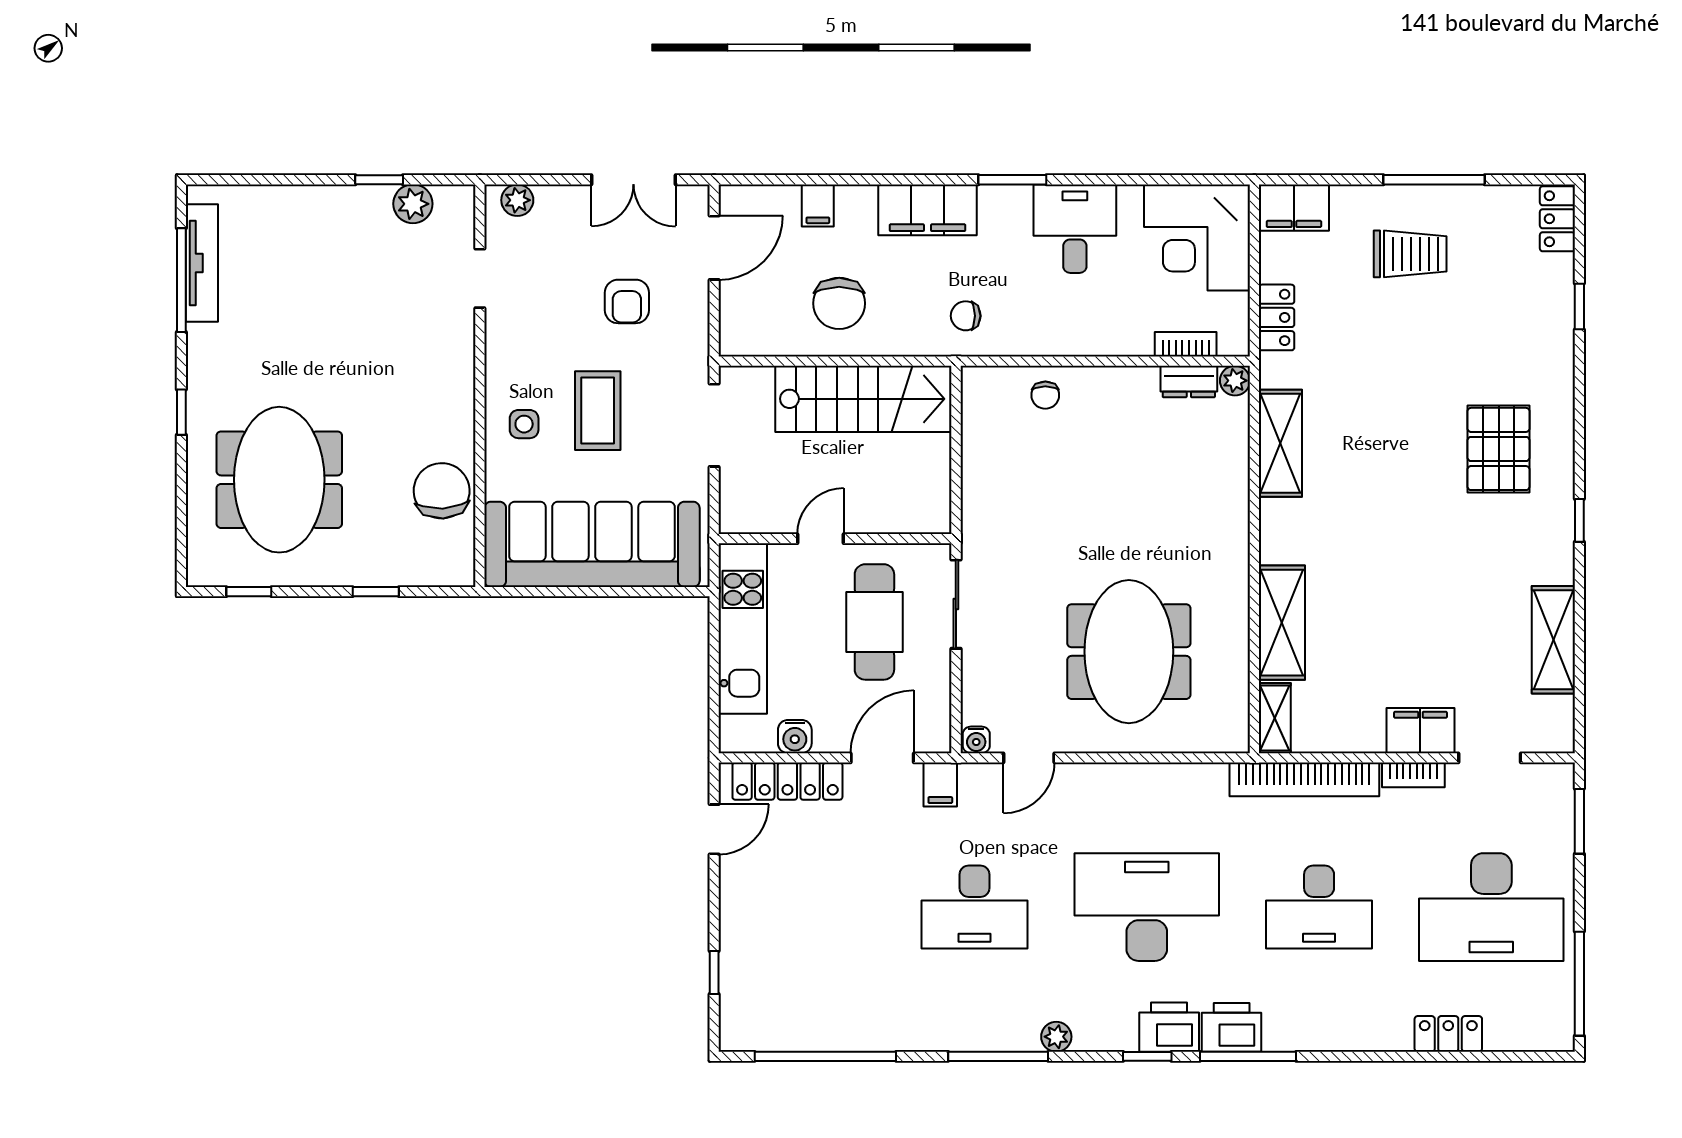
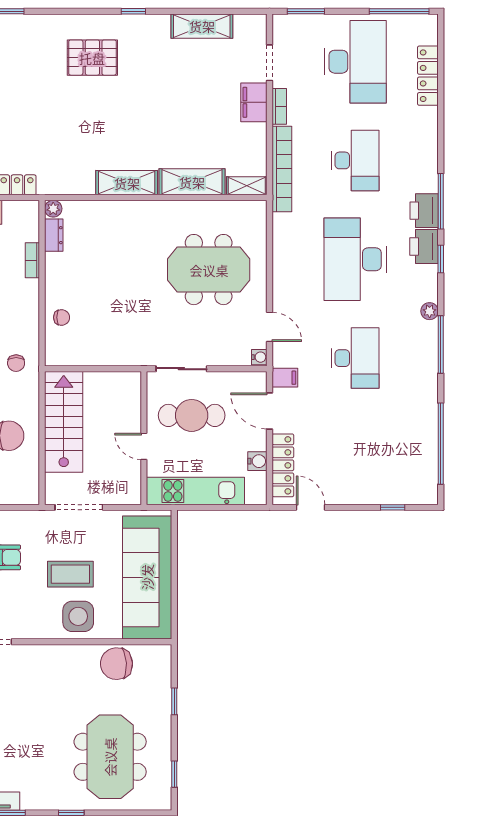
bookcase: (1186, 344) -> (32, 260), moved
side table: (524, 424) -> (78, 616), width x1.87, depth x1.87
shelving: (1280, 443) -> (127, 183), moved
meeting table: (279, 480) -> (110, 757), turned 90
locker: (1448, 1034) -> (428, 76), width x1.53

